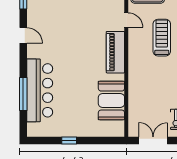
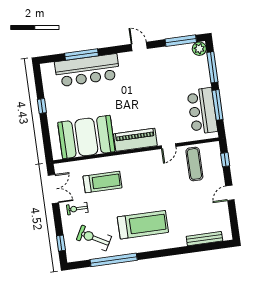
door: (23, 35) -> (139, 46), swing flipped
treadmill: (162, 38) -> (102, 182), moved
booth: (111, 101) -> (86, 137), width x1.36, depth x1.42

